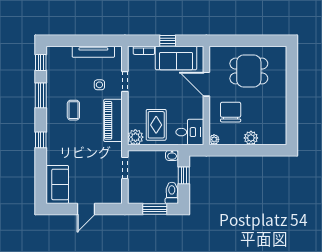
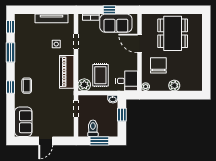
dining table: (249, 71) -> (173, 33), width x1.38
coffee table: (73, 110) -> (27, 86), moved
toilet: (172, 193) -> (93, 128), moved

